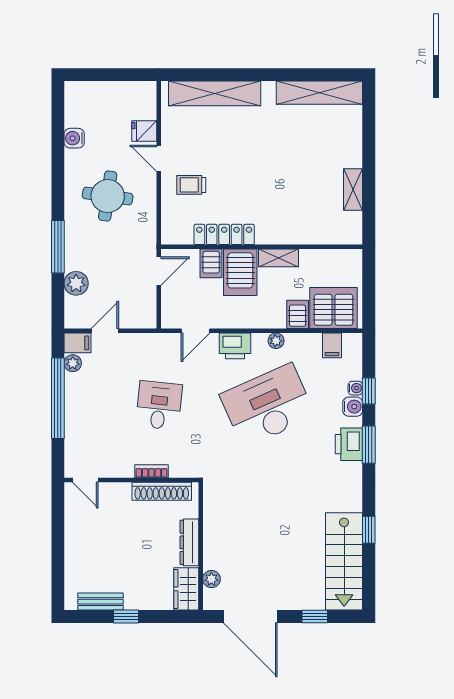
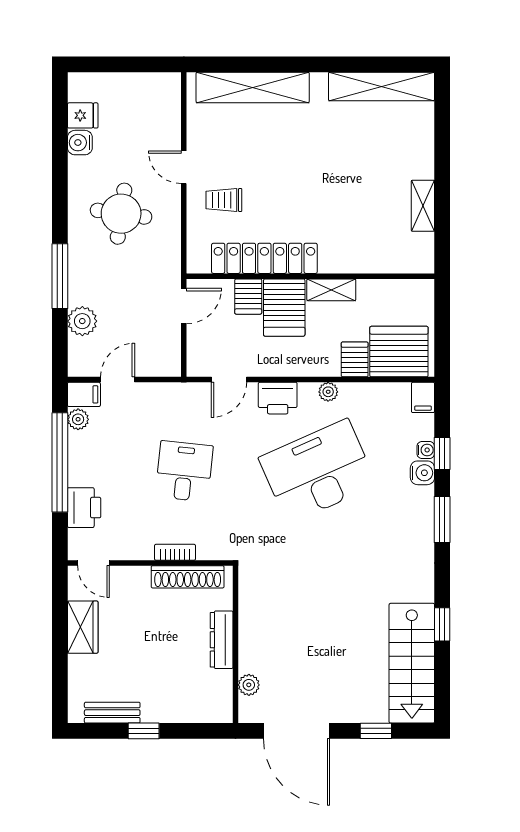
fridge: (144, 131) -> (83, 115), moved, turned 180
locker: (224, 234) -> (264, 258), width x1.41, depth x1.21
filing cabinet: (332, 345) -> (423, 397), moved
printer: (349, 444) -> (84, 508), moved, turned 180
wardrobe: (186, 589) -> (83, 627), moved, turned 180

